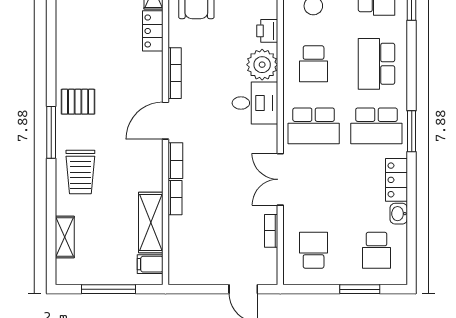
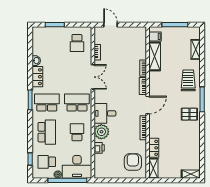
school desk: (376, 250) -> (47, 43), removed

